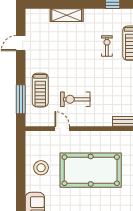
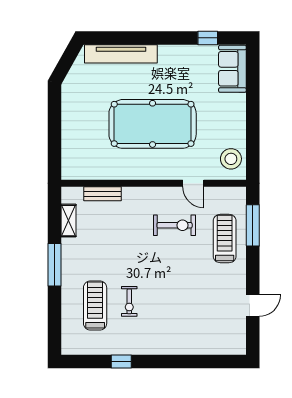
shelving: (67, 15) -> (187, 346), removed
stool: (41, 168) -> (231, 159), moved

